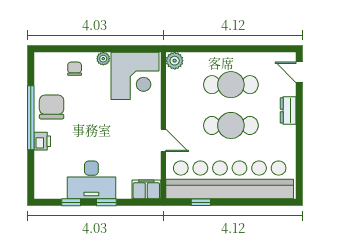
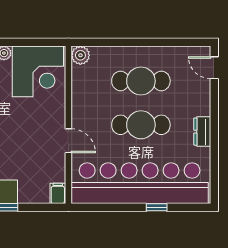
dresser: (288, 110) -> (202, 132), moved
filing cabinet: (146, 189) -> (58, 193), width x0.50
window: (201, 202) -> (157, 207), moved

